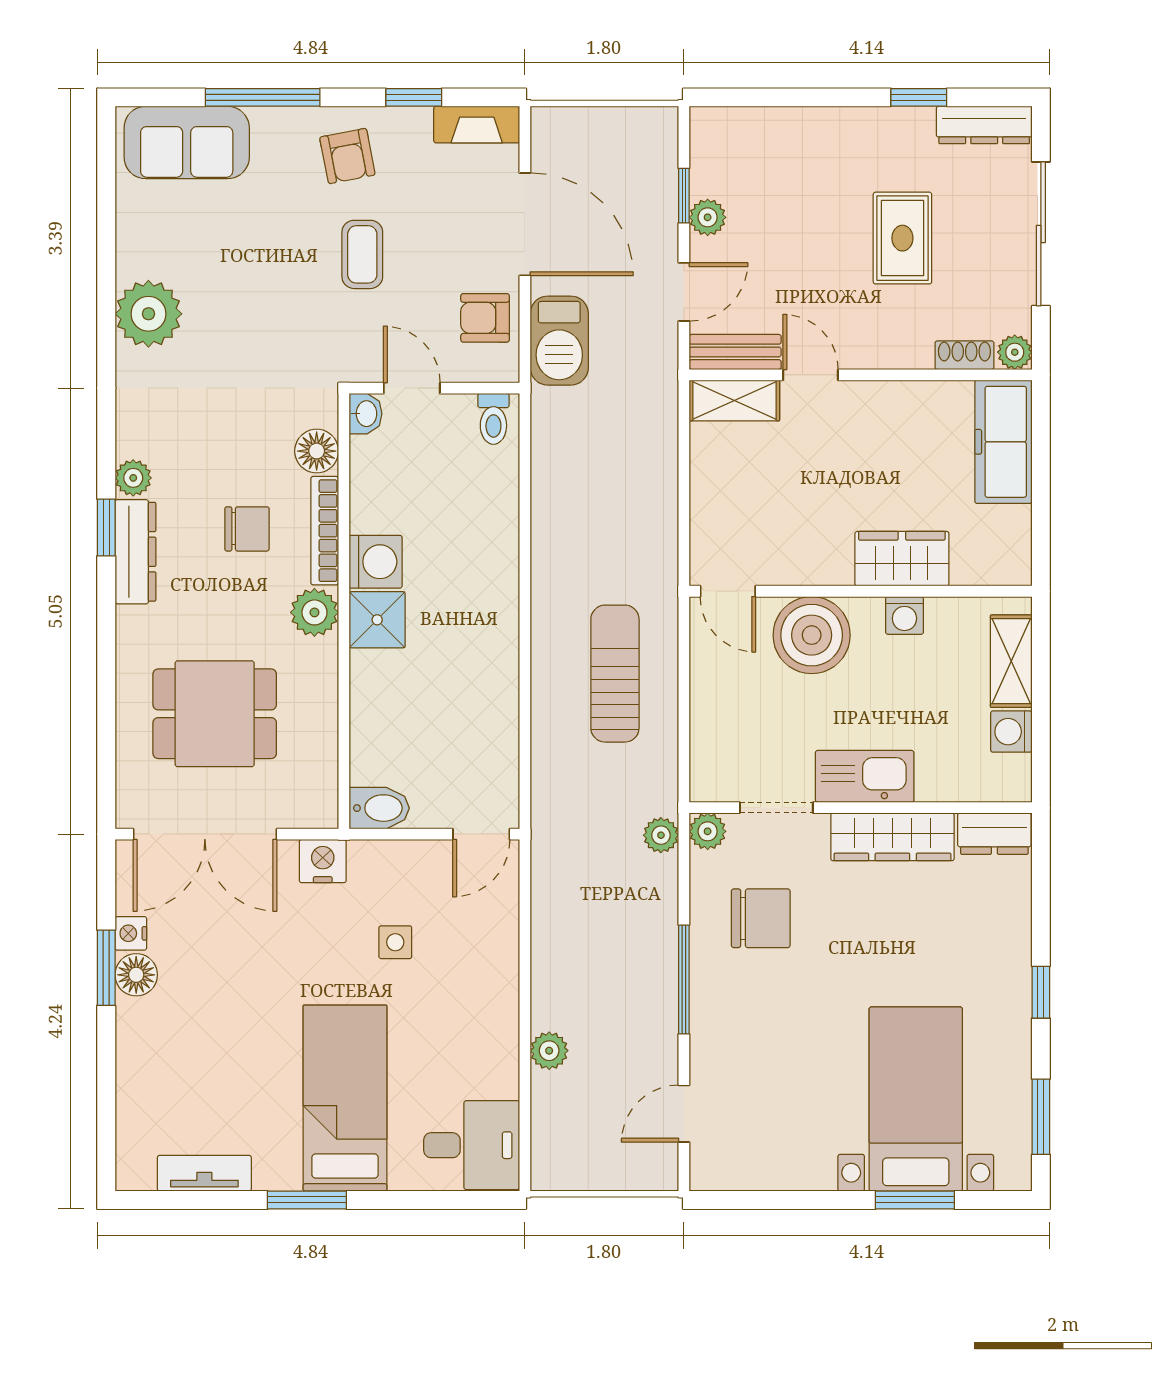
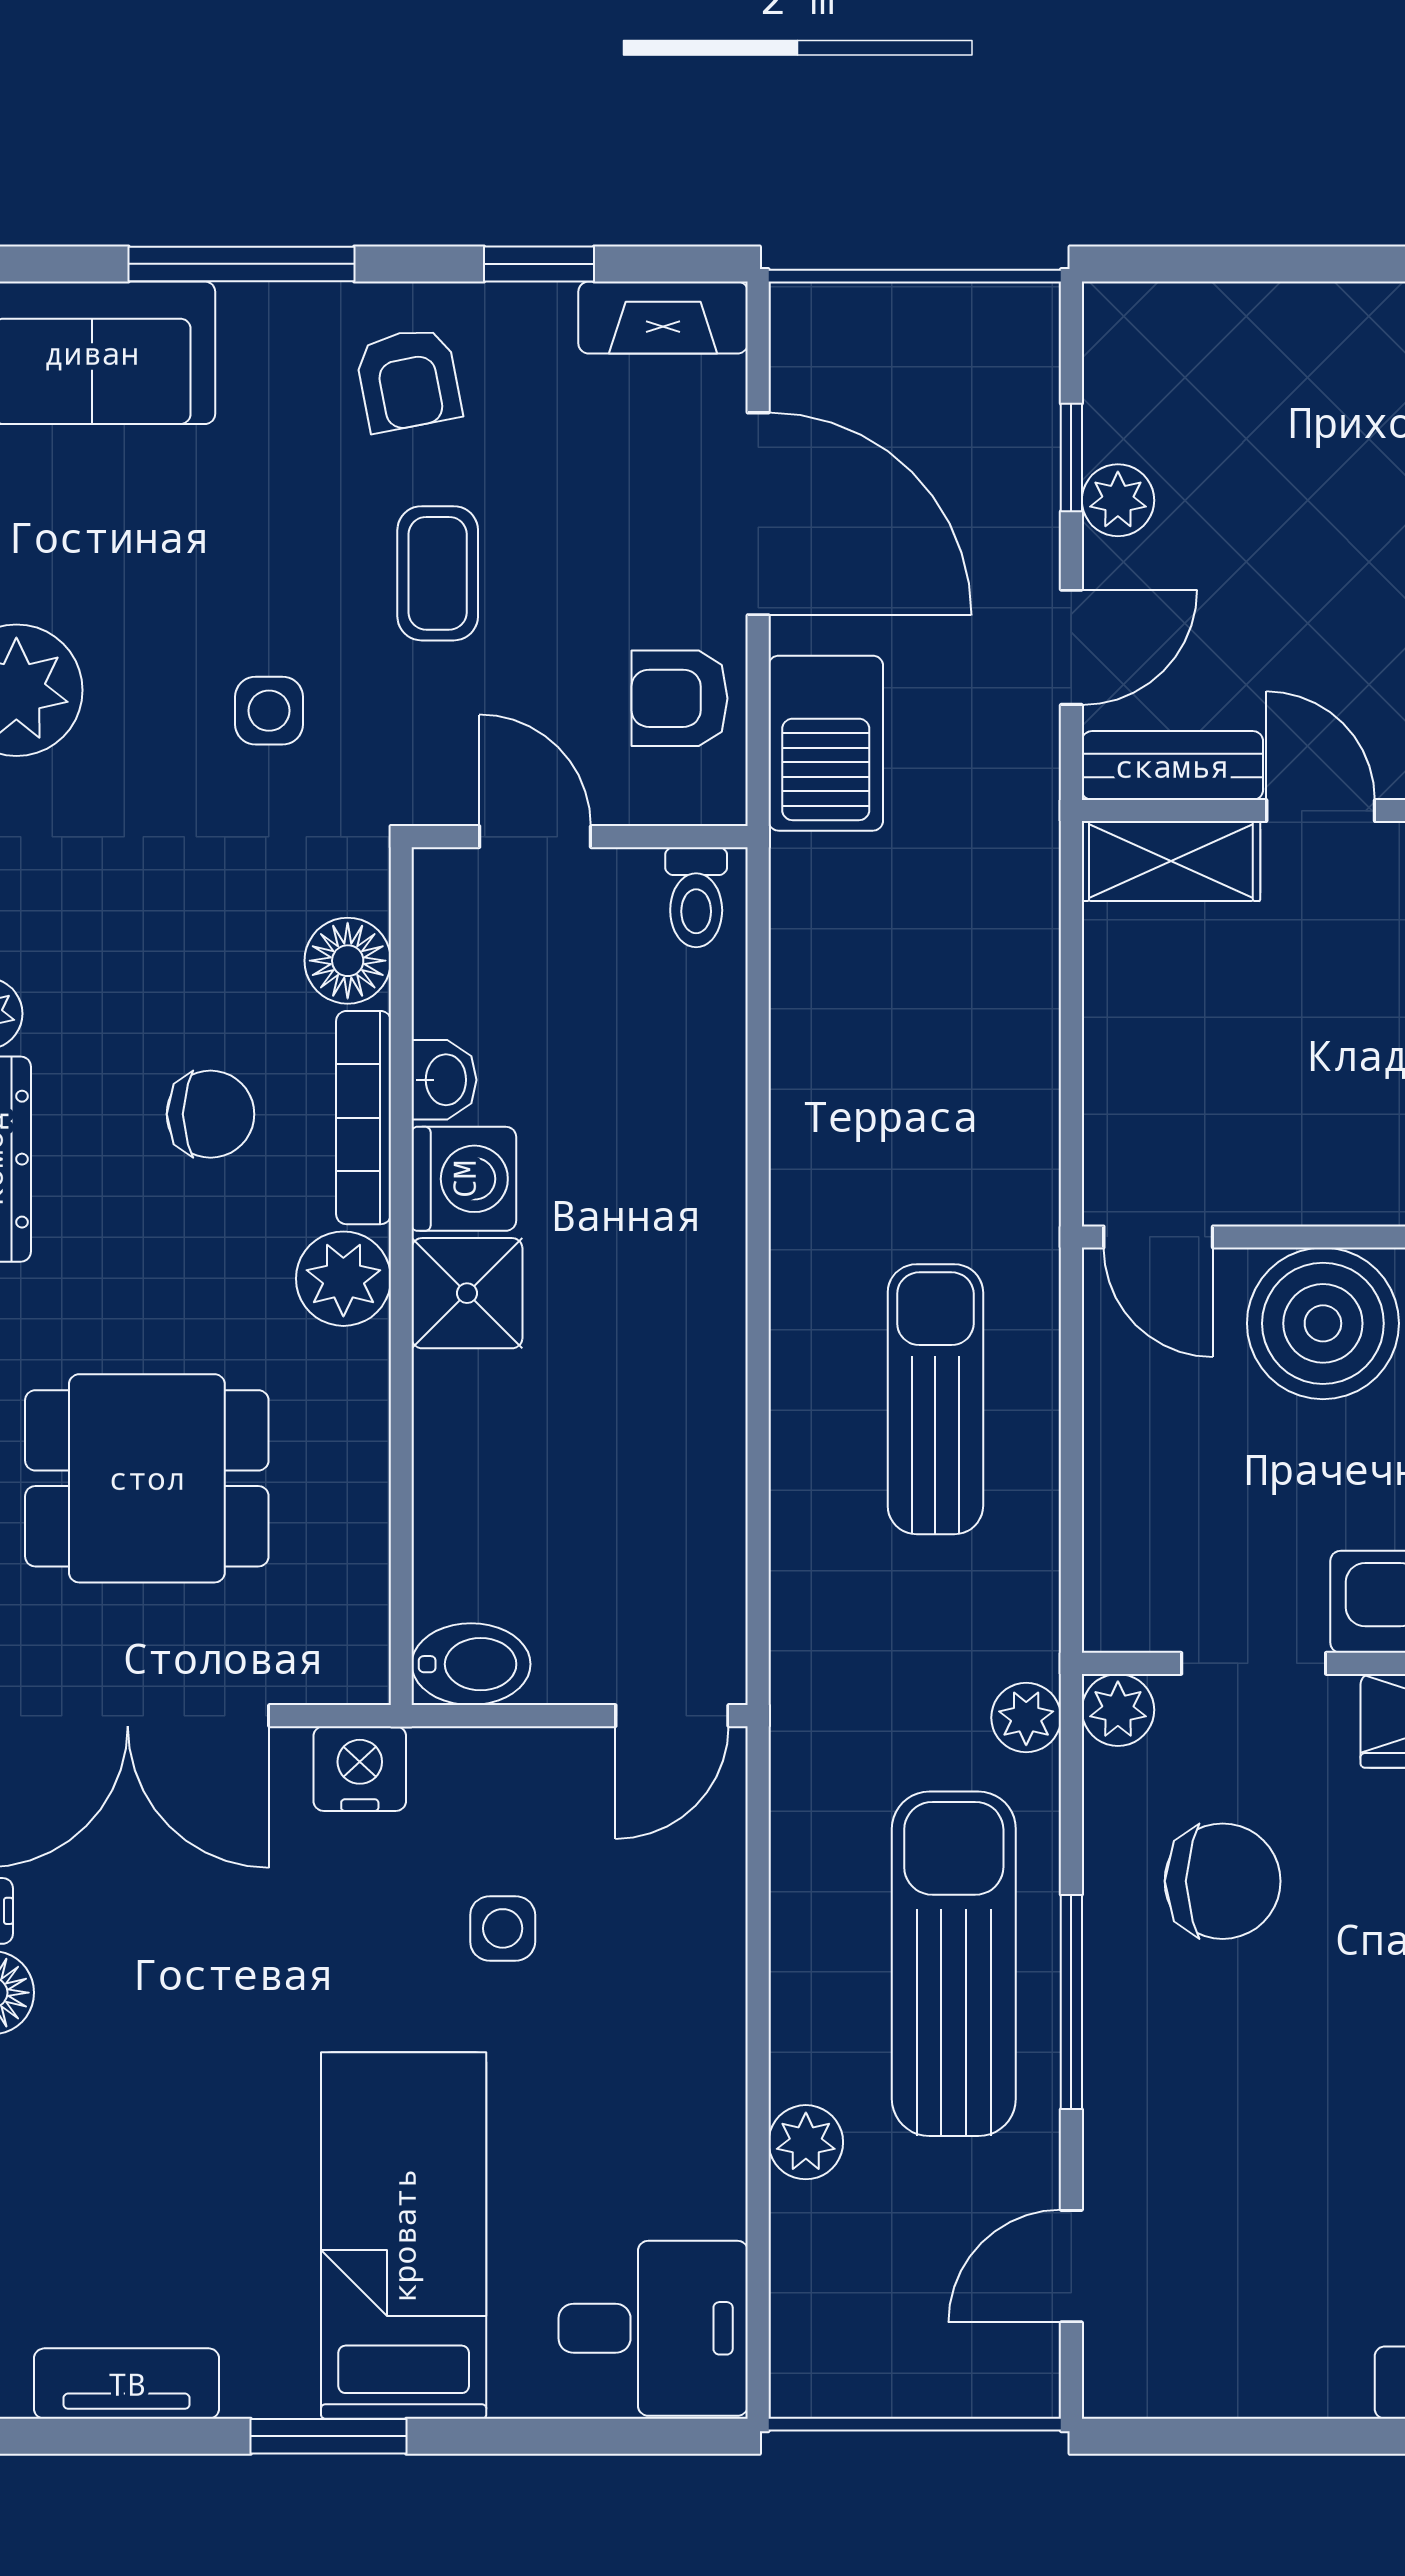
side table: (277, 324) -> (269, 711), added
washbasin: (366, 414) -> (444, 1080), moved
sun lounger: (624, 960) -> (954, 1964), added

